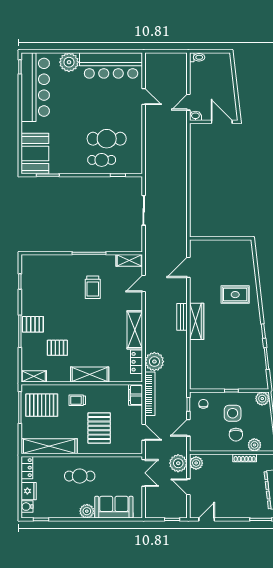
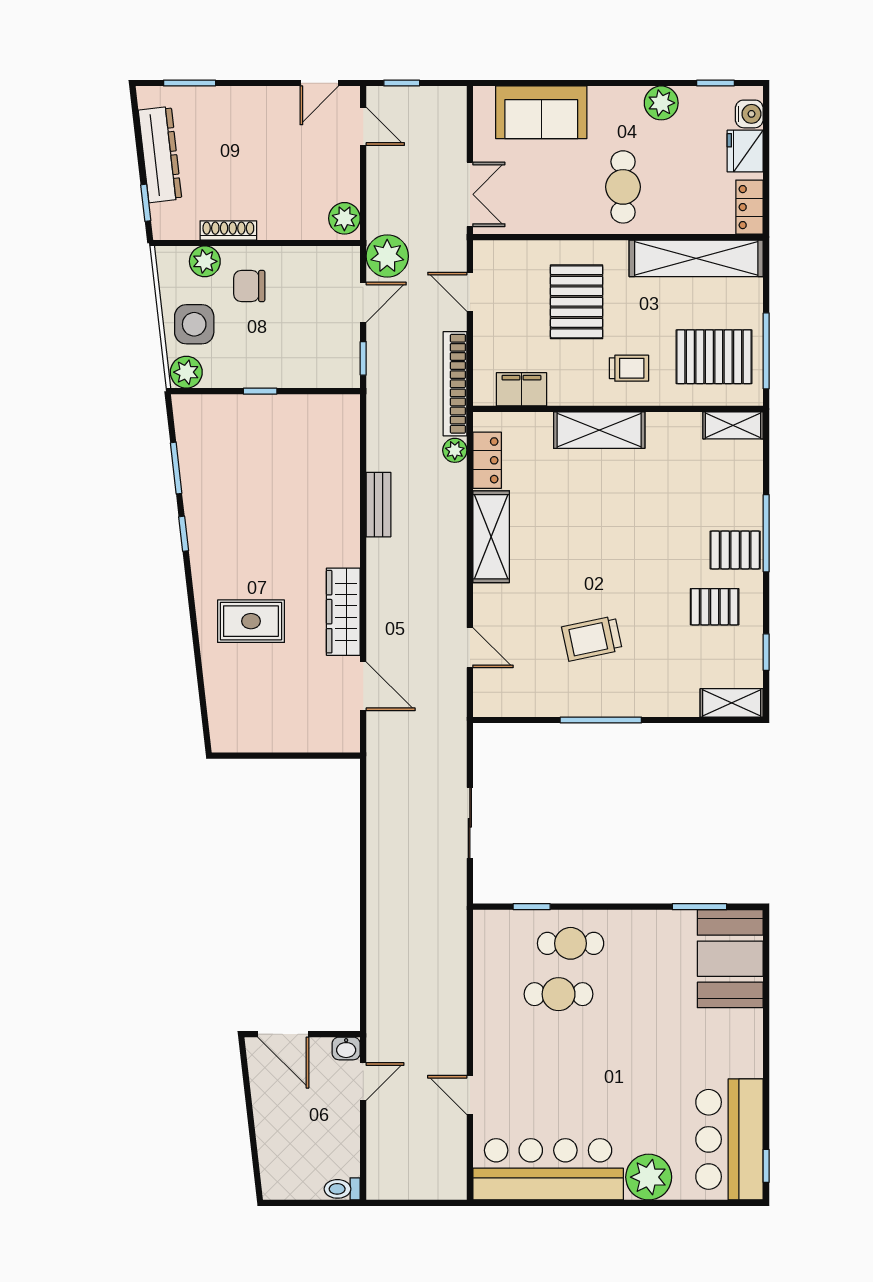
bar counter: (35, 87) -> (729, 1139), width x0.73
cafe table: (107, 139) -> (559, 994), width x0.73, depth x0.74
shelving: (129, 260) -> (732, 703), moved
door: (188, 267) -> (363, 686), hinge flipped
door: (144, 283) -> (470, 648), hinge flipped
trolley: (93, 287) -> (592, 638), turned -102
bench: (182, 317) -> (378, 505), moved
wardrobe: (197, 321) -> (343, 612), moved
pallet: (57, 348) -> (715, 607), moved
plant: (154, 362) -> (455, 450), width x0.53, depth x0.53
filing cabinet: (136, 395) -> (521, 389), moved, turned -90
chair: (203, 404) -> (327, 360), removed
side table: (233, 413) -> (194, 324), moved
chair: (236, 435) -> (249, 286), turned -90
plant: (178, 463) -> (387, 256), moved
double door: (144, 473) -> (470, 194), swing flipped
cafe table: (80, 476) -> (623, 187), turned 90
door: (188, 487) -> (363, 126), moved
plant: (87, 511) -> (661, 103), moved

